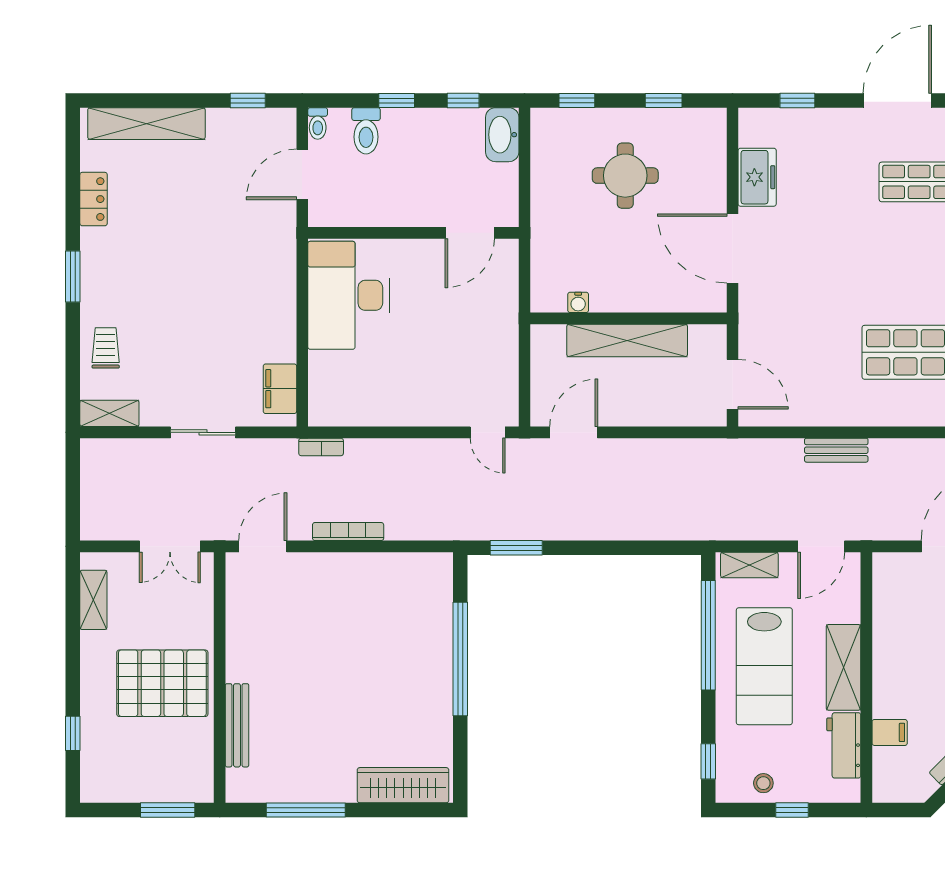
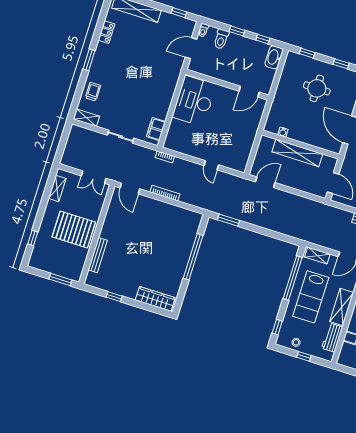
door: (488, 432) -> (211, 165), moved
door: (263, 546) -> (130, 188), swing flipped
window: (306, 810) -> (114, 297), width x0.46

